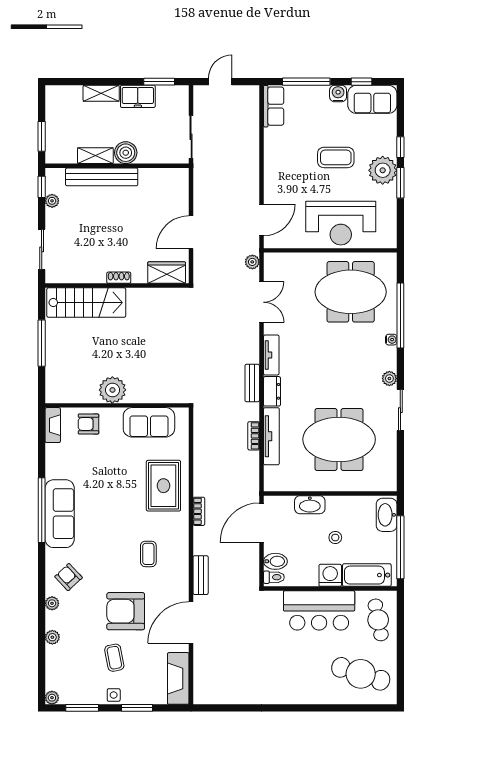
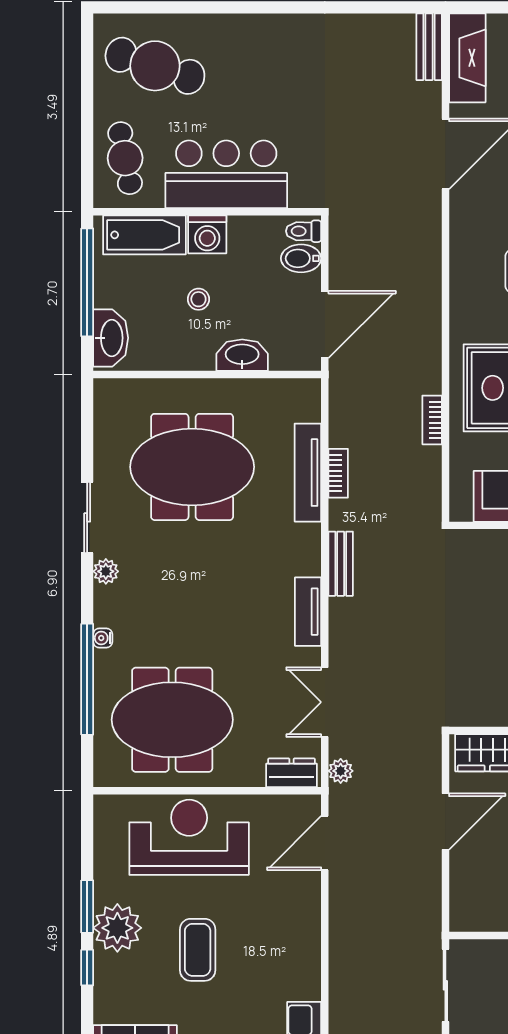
coffee table: (336, 157) -> (198, 950), turned 90
dresser: (272, 391) -> (292, 773), moved, turned 90
bookcase: (199, 511) -> (432, 420), moved
bench: (201, 575) -> (429, 47), moved

